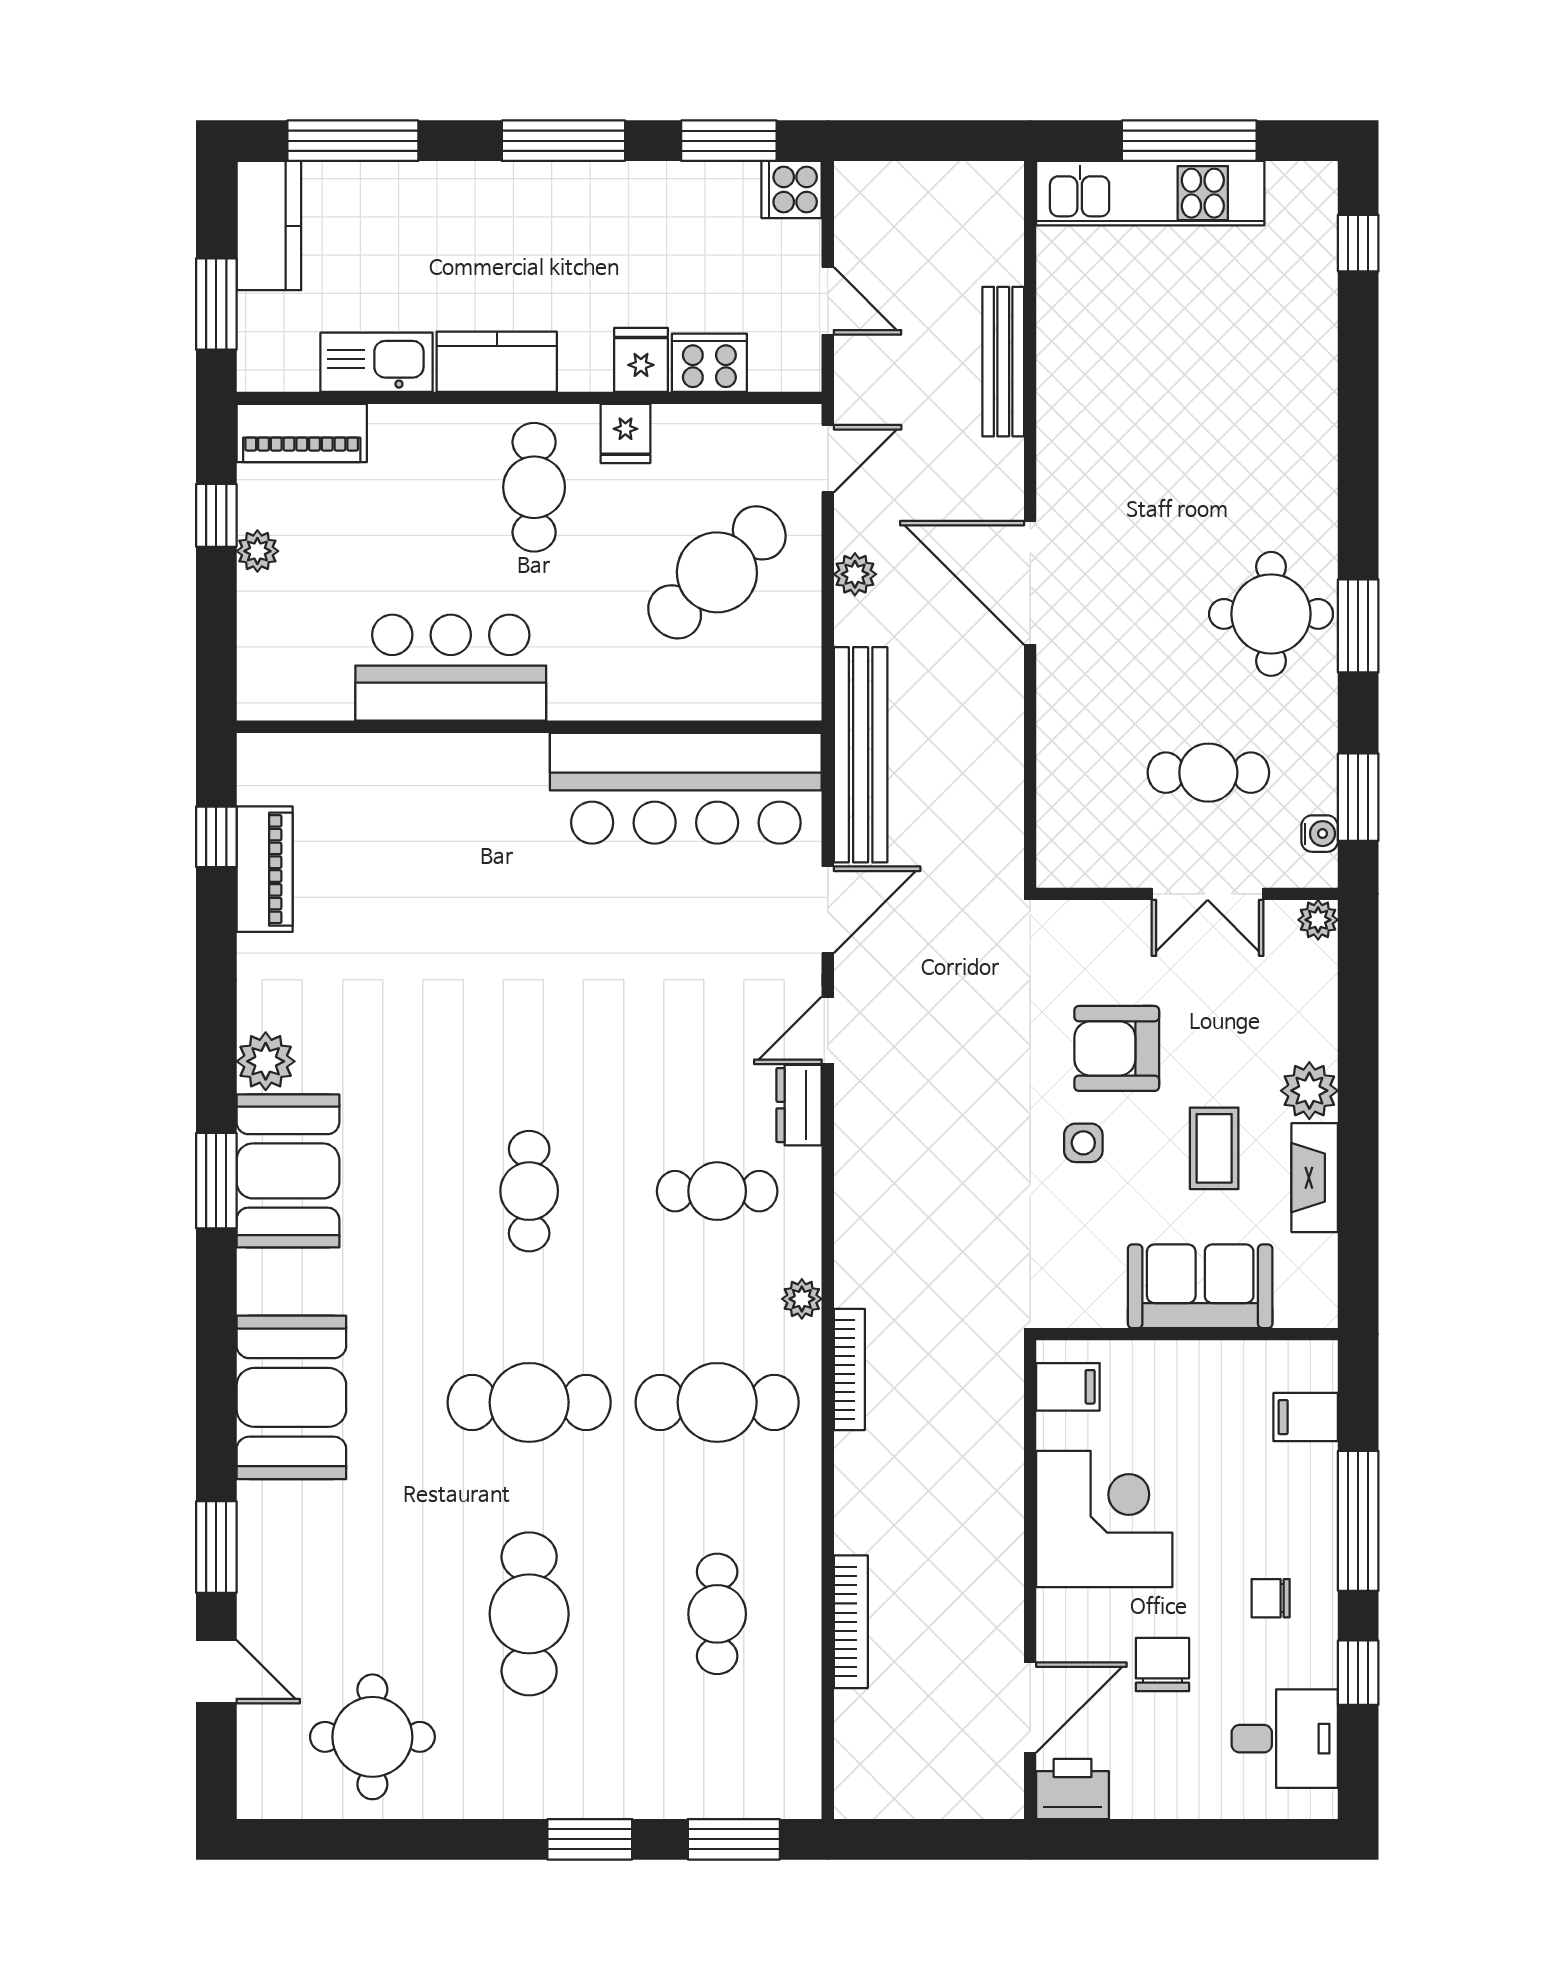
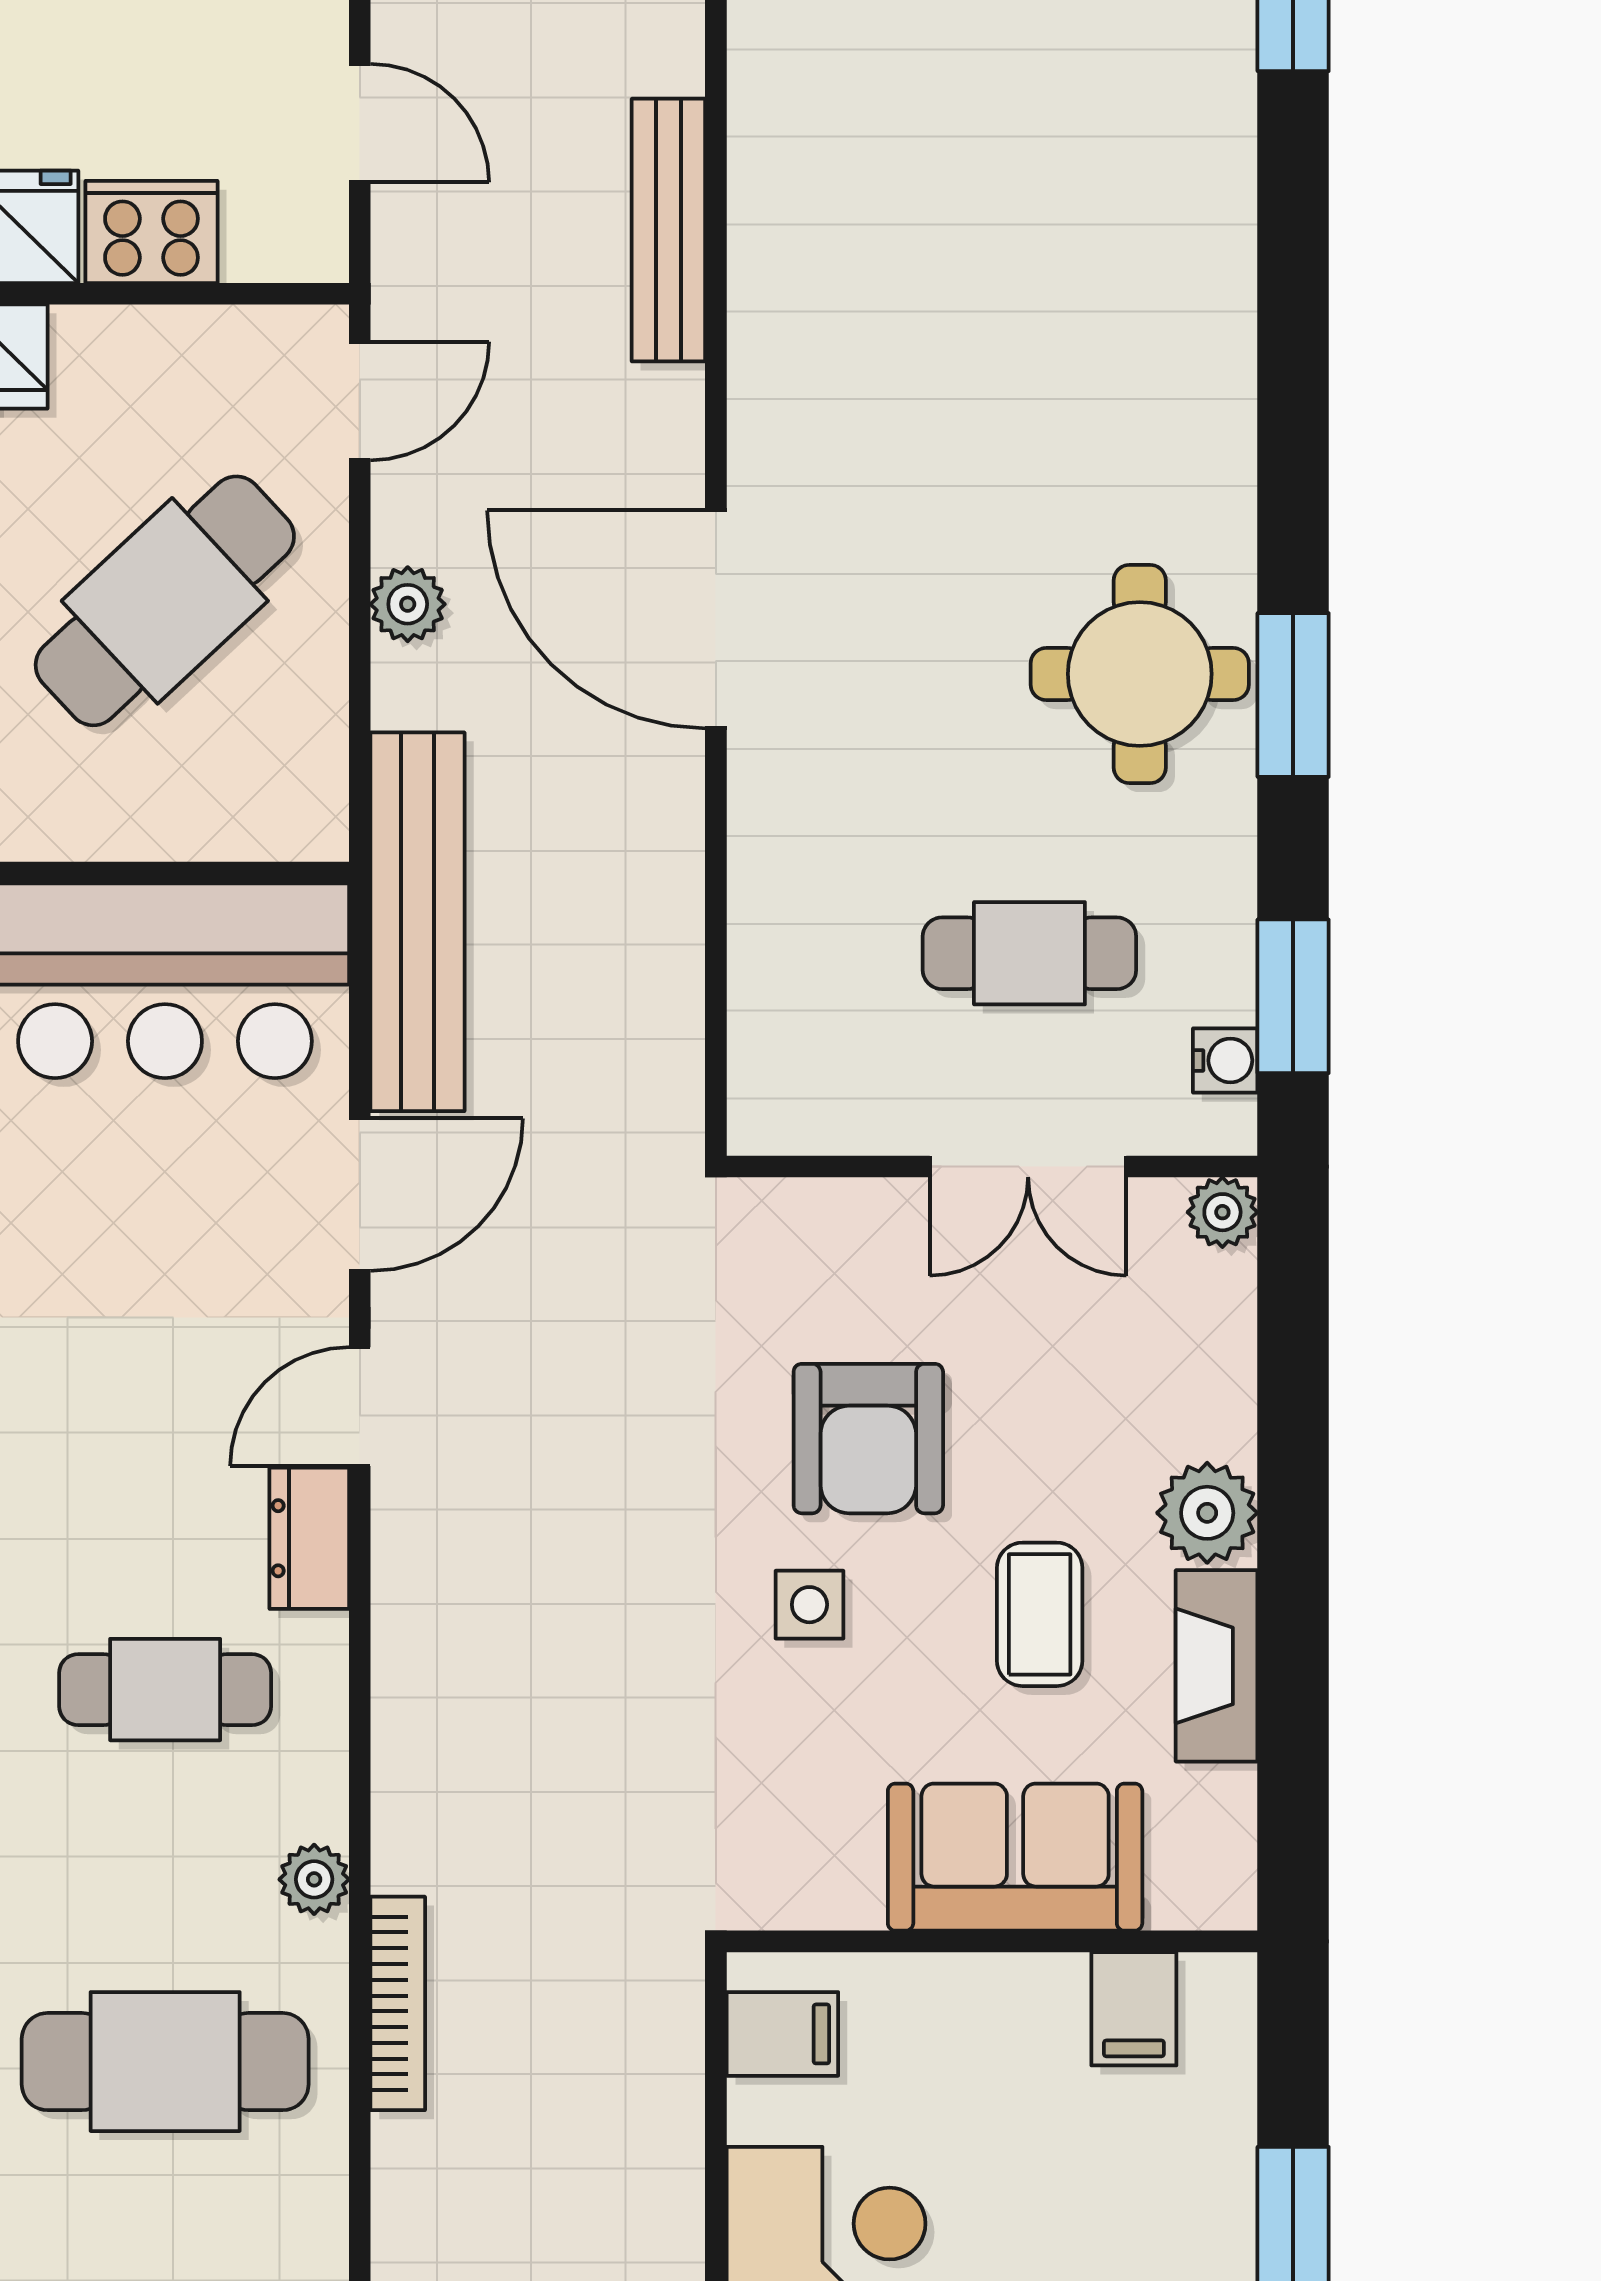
armchair: (1117, 1048) -> (868, 1439), turned -90
filing cabinet: (1306, 1417) -> (1134, 2009), moved, turned -90

